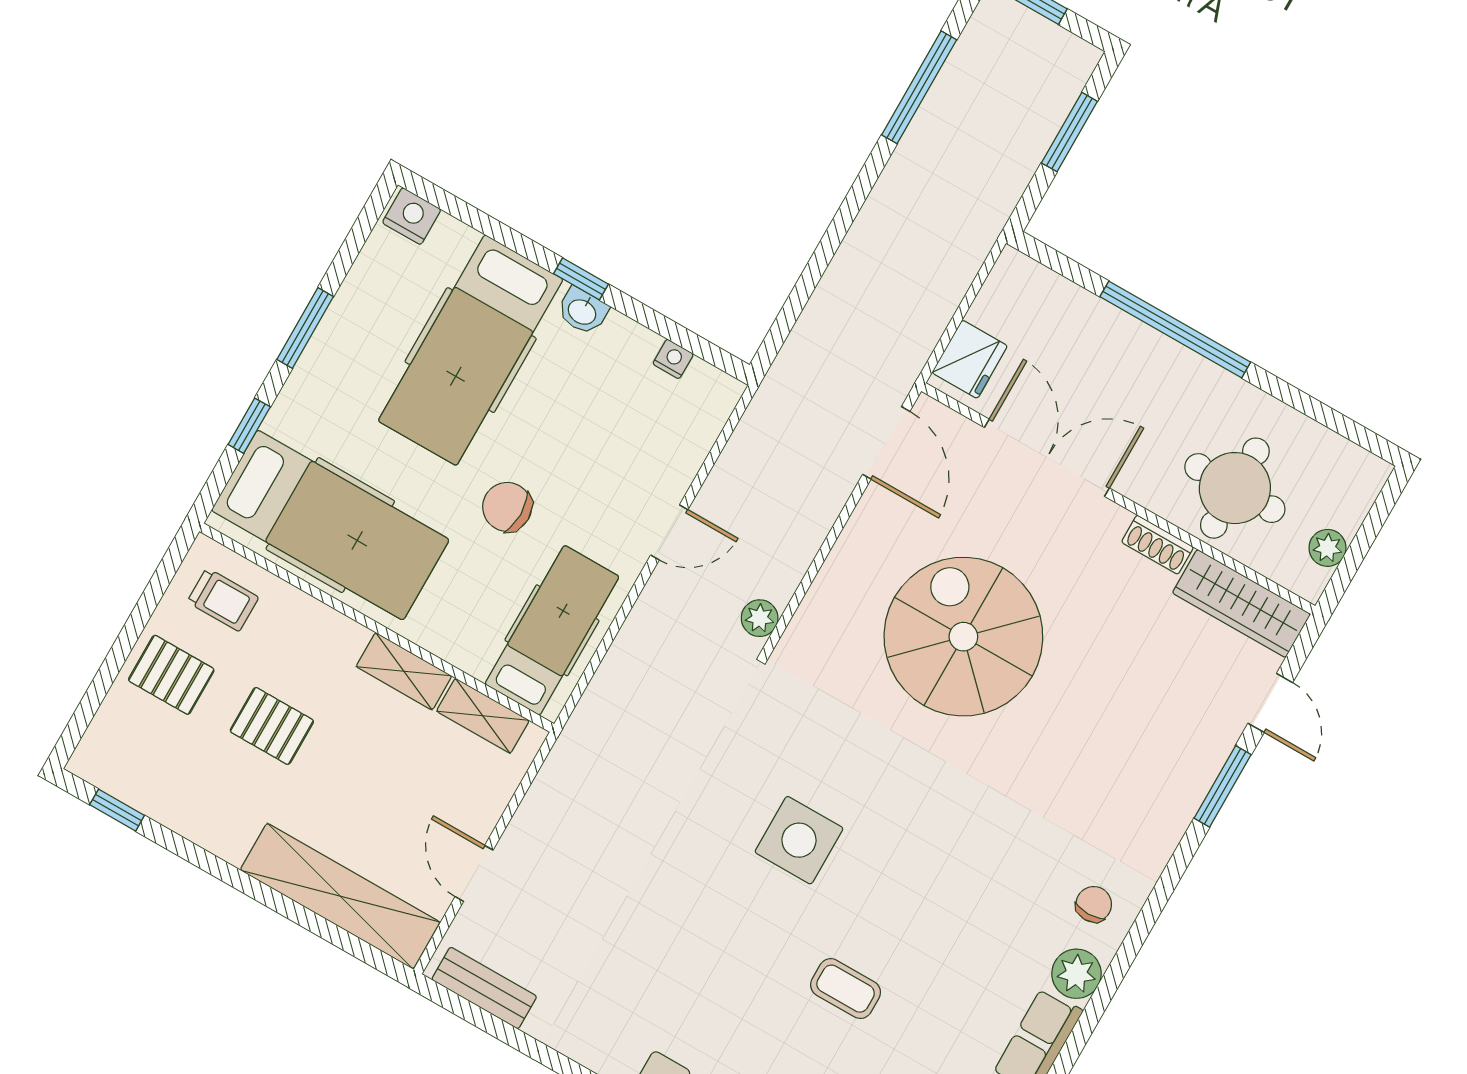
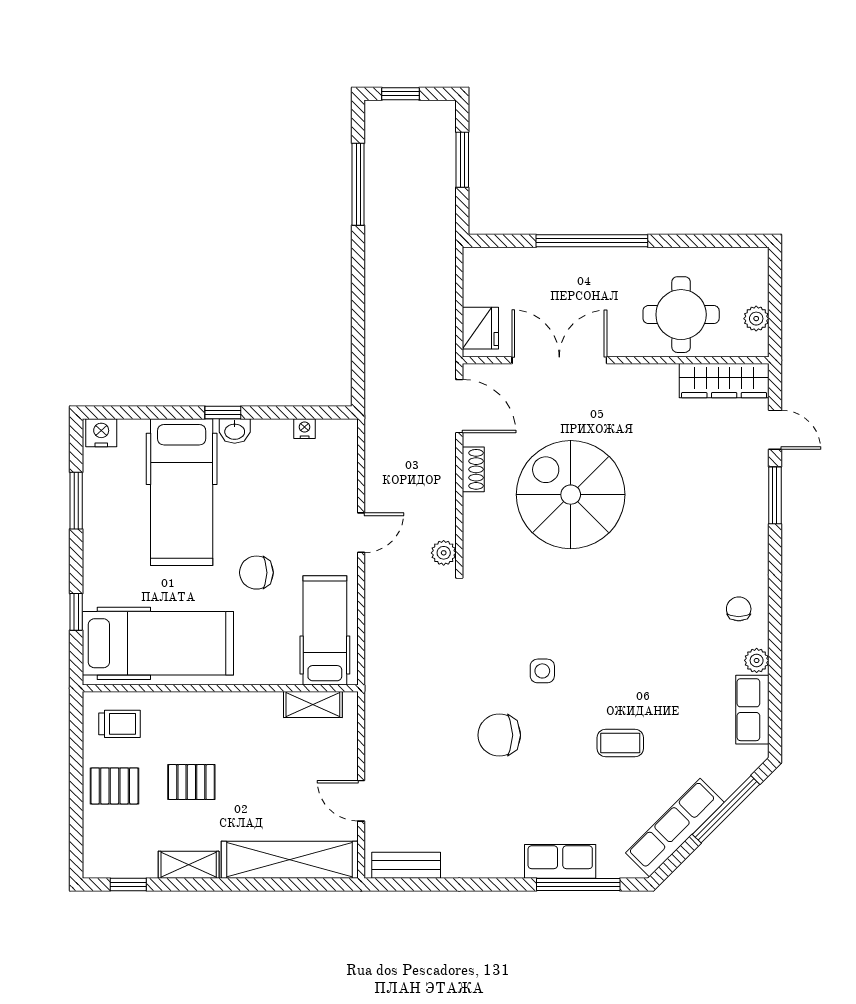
window: (305, 328) -> (76, 501), moved
shoe rack: (1157, 545) -> (473, 469), moved, turned -90
shelving: (404, 671) -> (189, 865), moved
side table: (799, 840) -> (542, 671), width x0.54, depth x0.54
chair: (698, 890) -> (499, 735), added
plant: (1076, 974) -> (757, 660), width x0.73, depth x0.73

